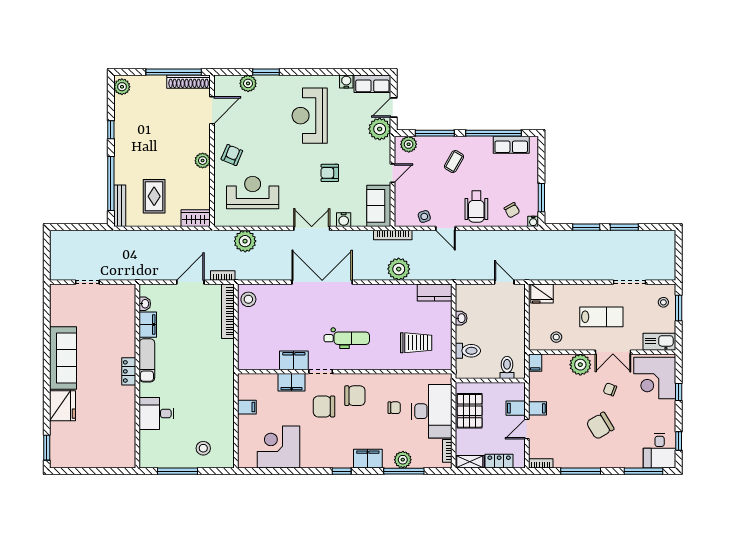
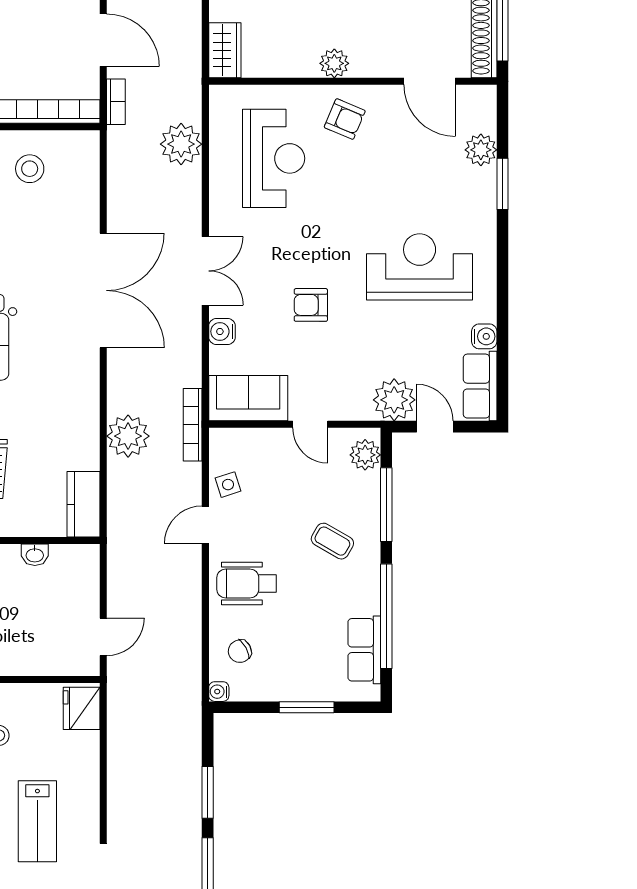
armchair: (330, 173) -> (311, 305), turned -90
window: (541, 198) -> (307, 707), moved
stool: (248, 299) -> (30, 169), moved

